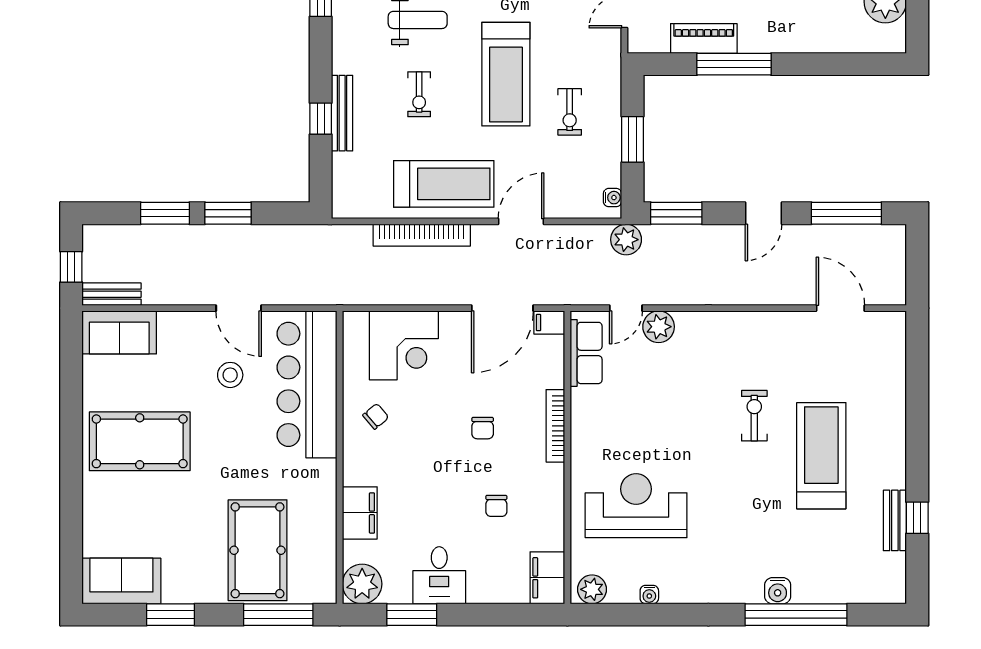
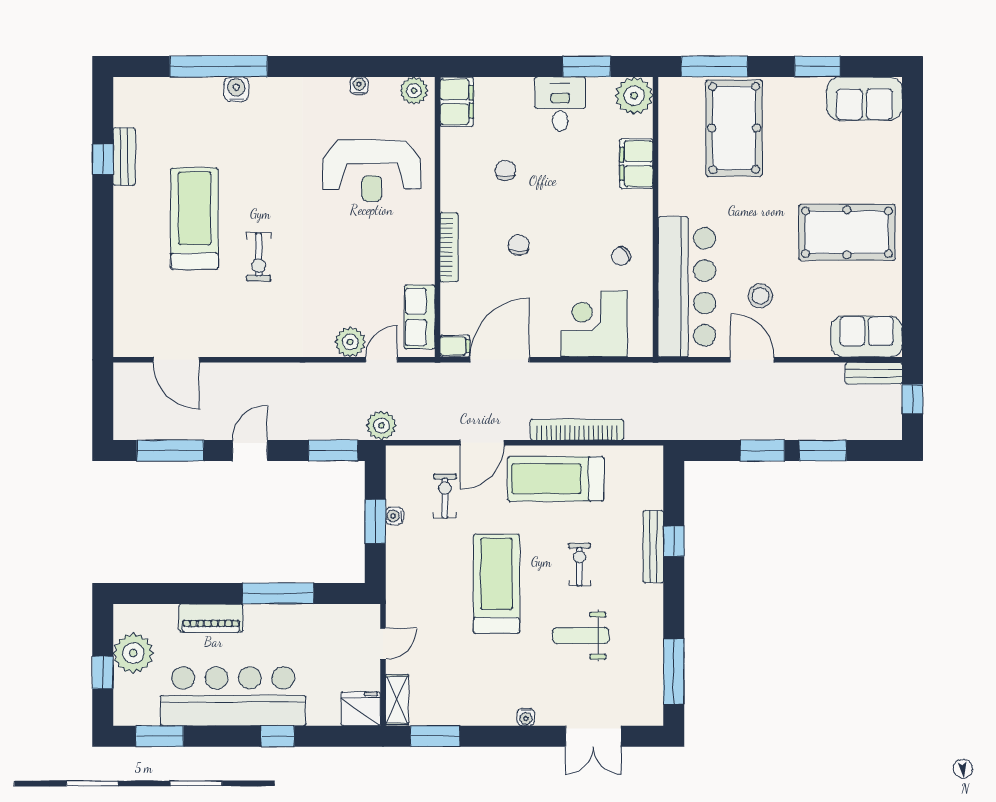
piano: (704, 38) -> (211, 618), moved
exercise bike: (570, 112) -> (445, 496), moved
water cooler: (612, 198) -> (394, 516), moved
treadmill: (821, 456) -> (194, 219), turned 180

